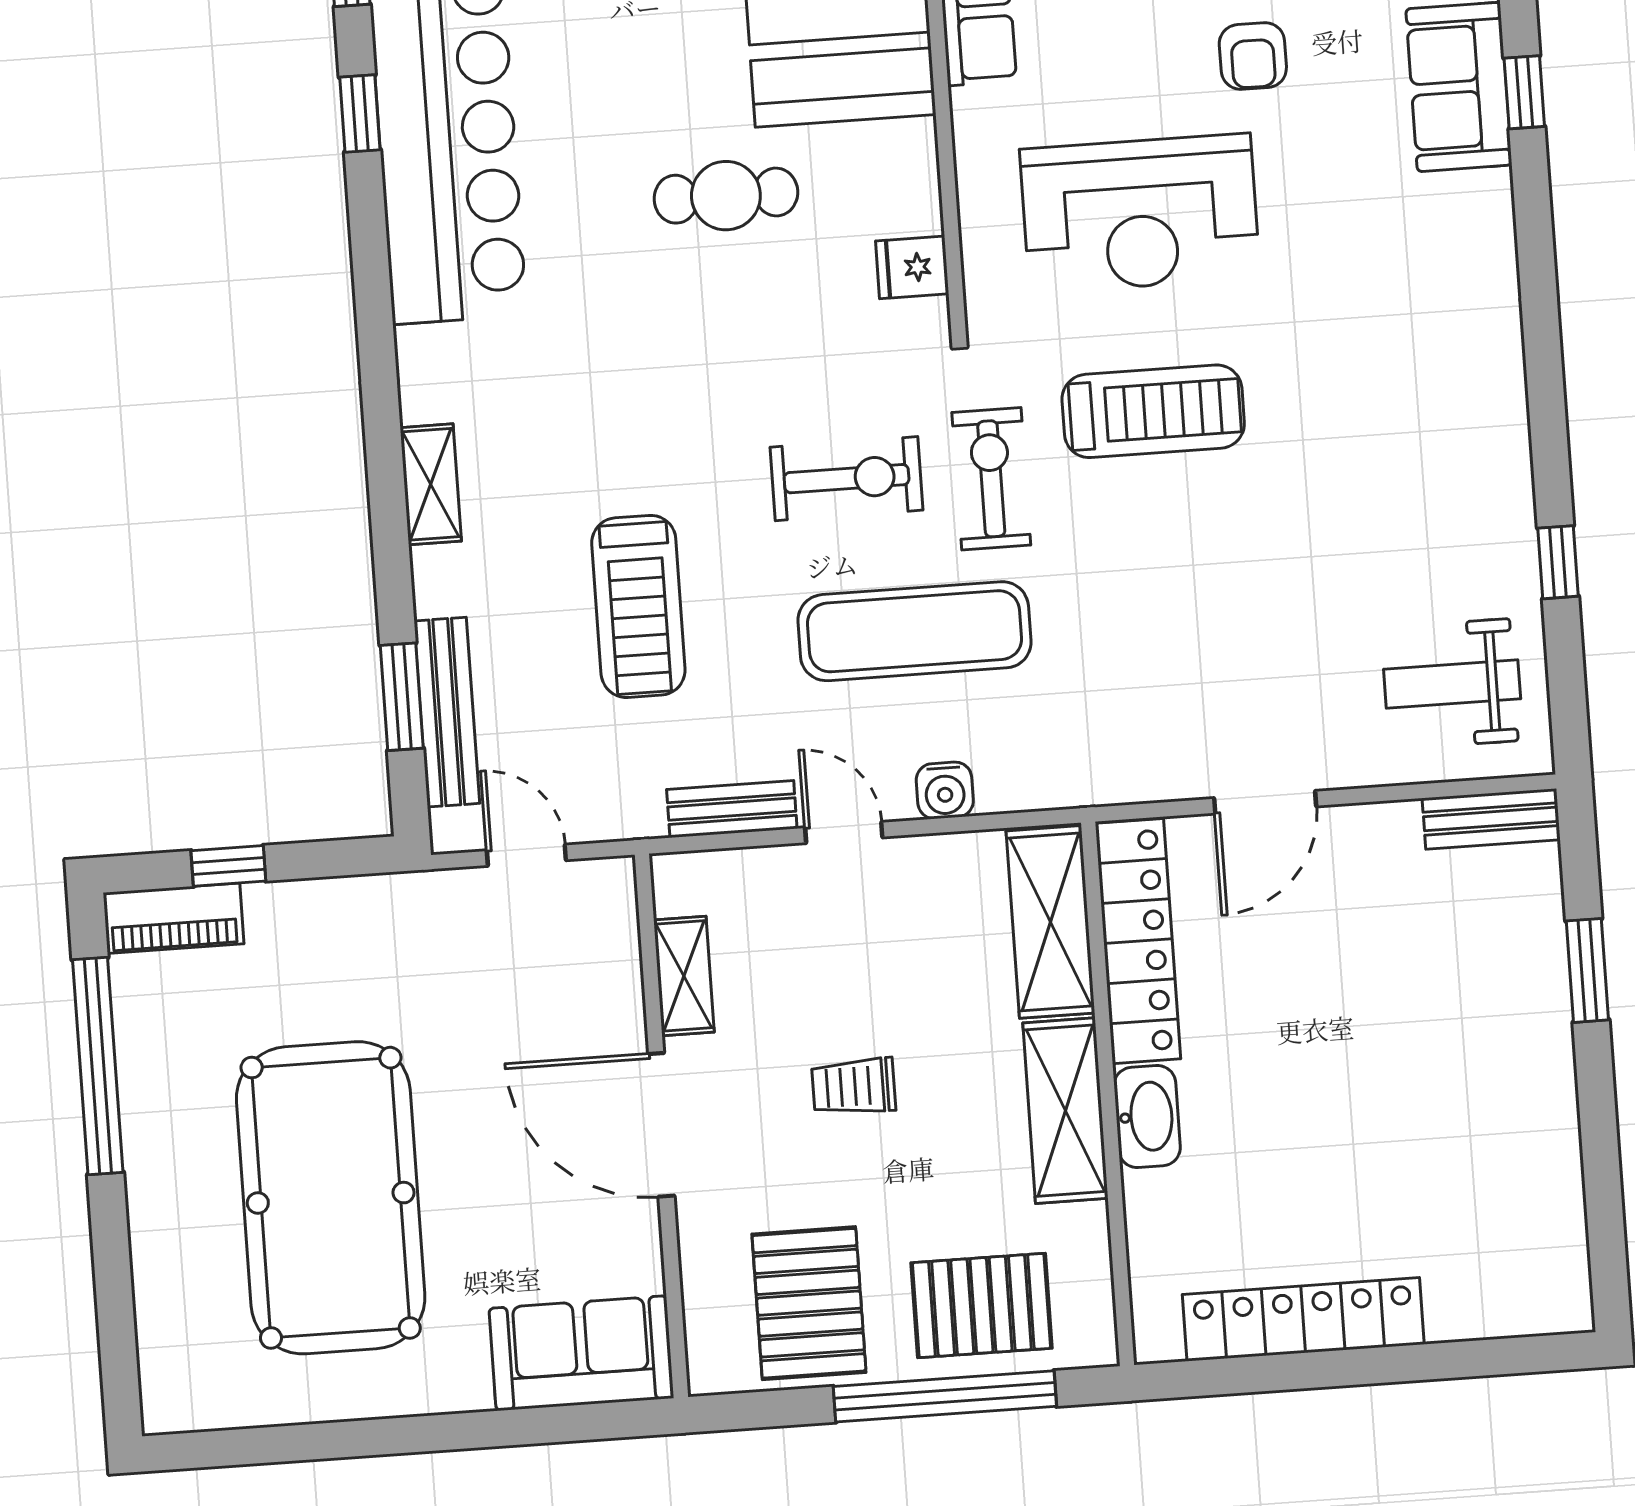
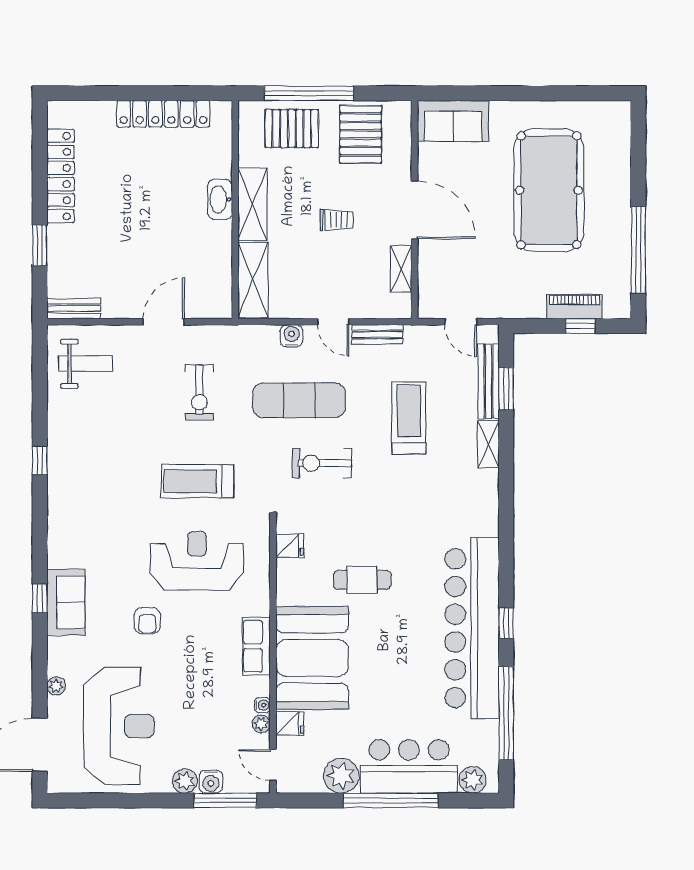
armchair: (1253, 56) -> (147, 621), turned 180
exercise bike: (991, 479) -> (199, 392), moved
shelving: (431, 484) -> (488, 444), moved
window: (1558, 562) -> (40, 460), moved
piano: (173, 918) -> (574, 307), moved
locker: (1138, 941) -> (60, 176), moved, turned 180

